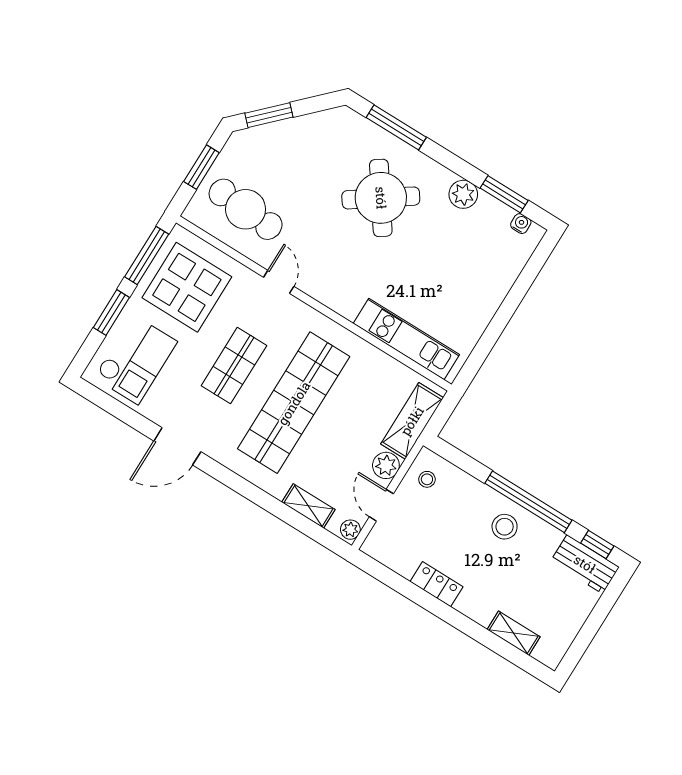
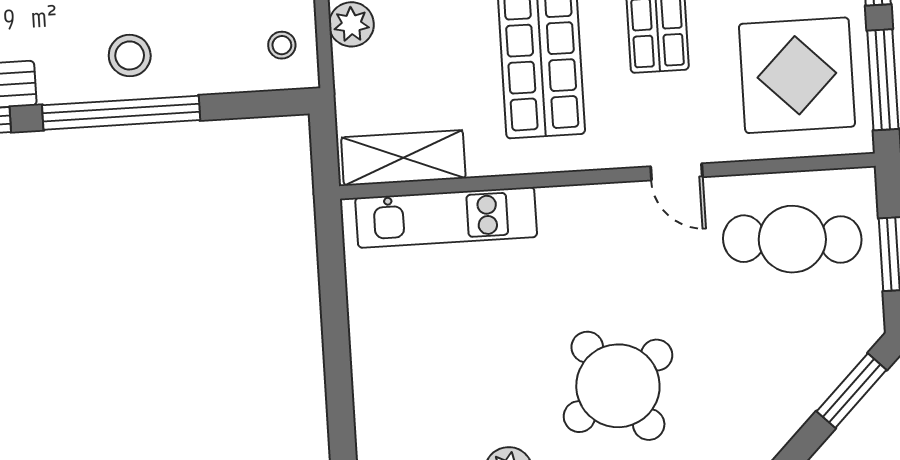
shelving: (412, 421) -> (403, 158), moved, turned 90

